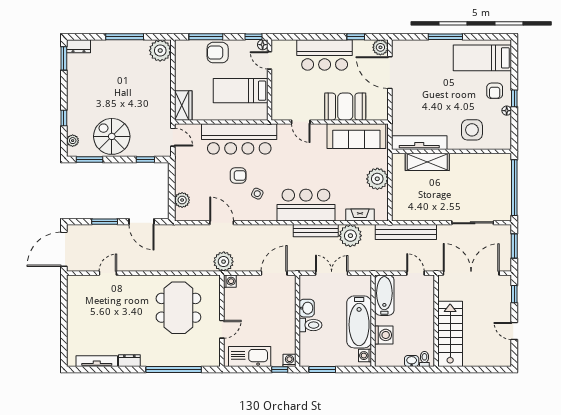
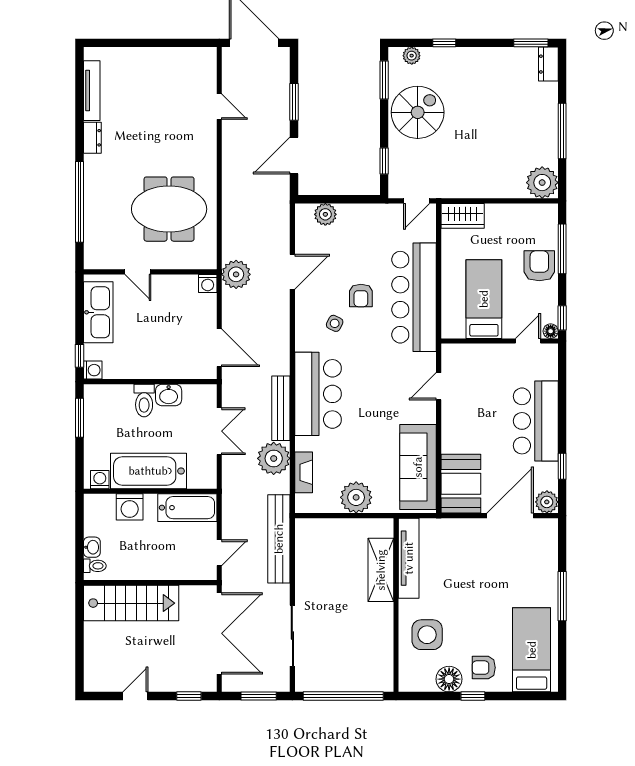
booth: (345, 107) -> (461, 484), moved
floor lamp: (507, 111) -> (449, 679), width x1.89, depth x1.89

